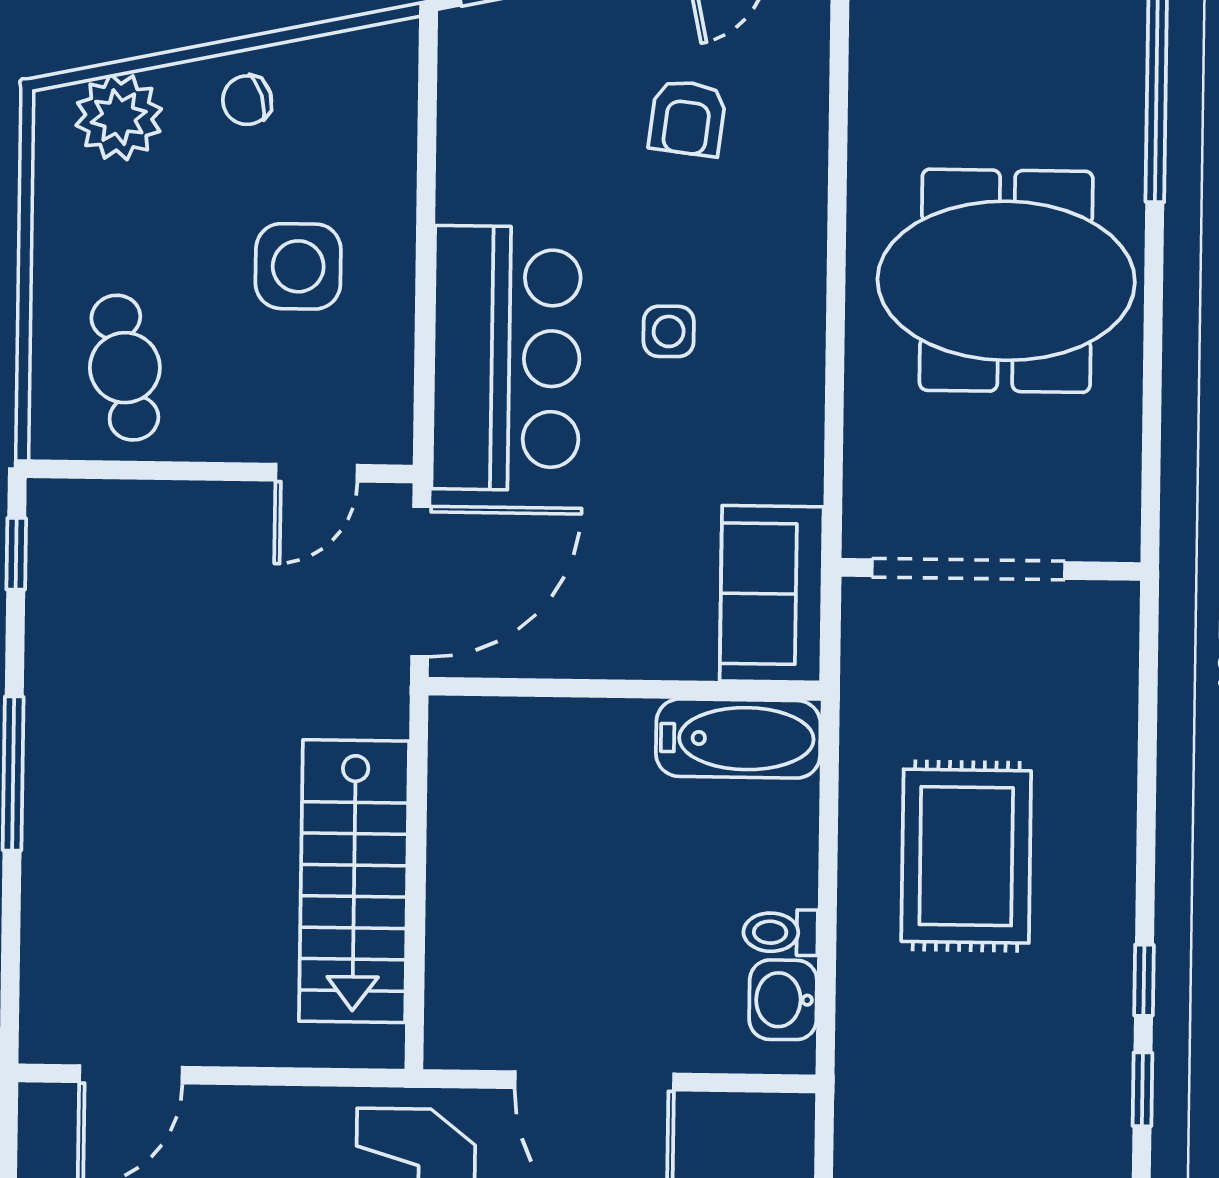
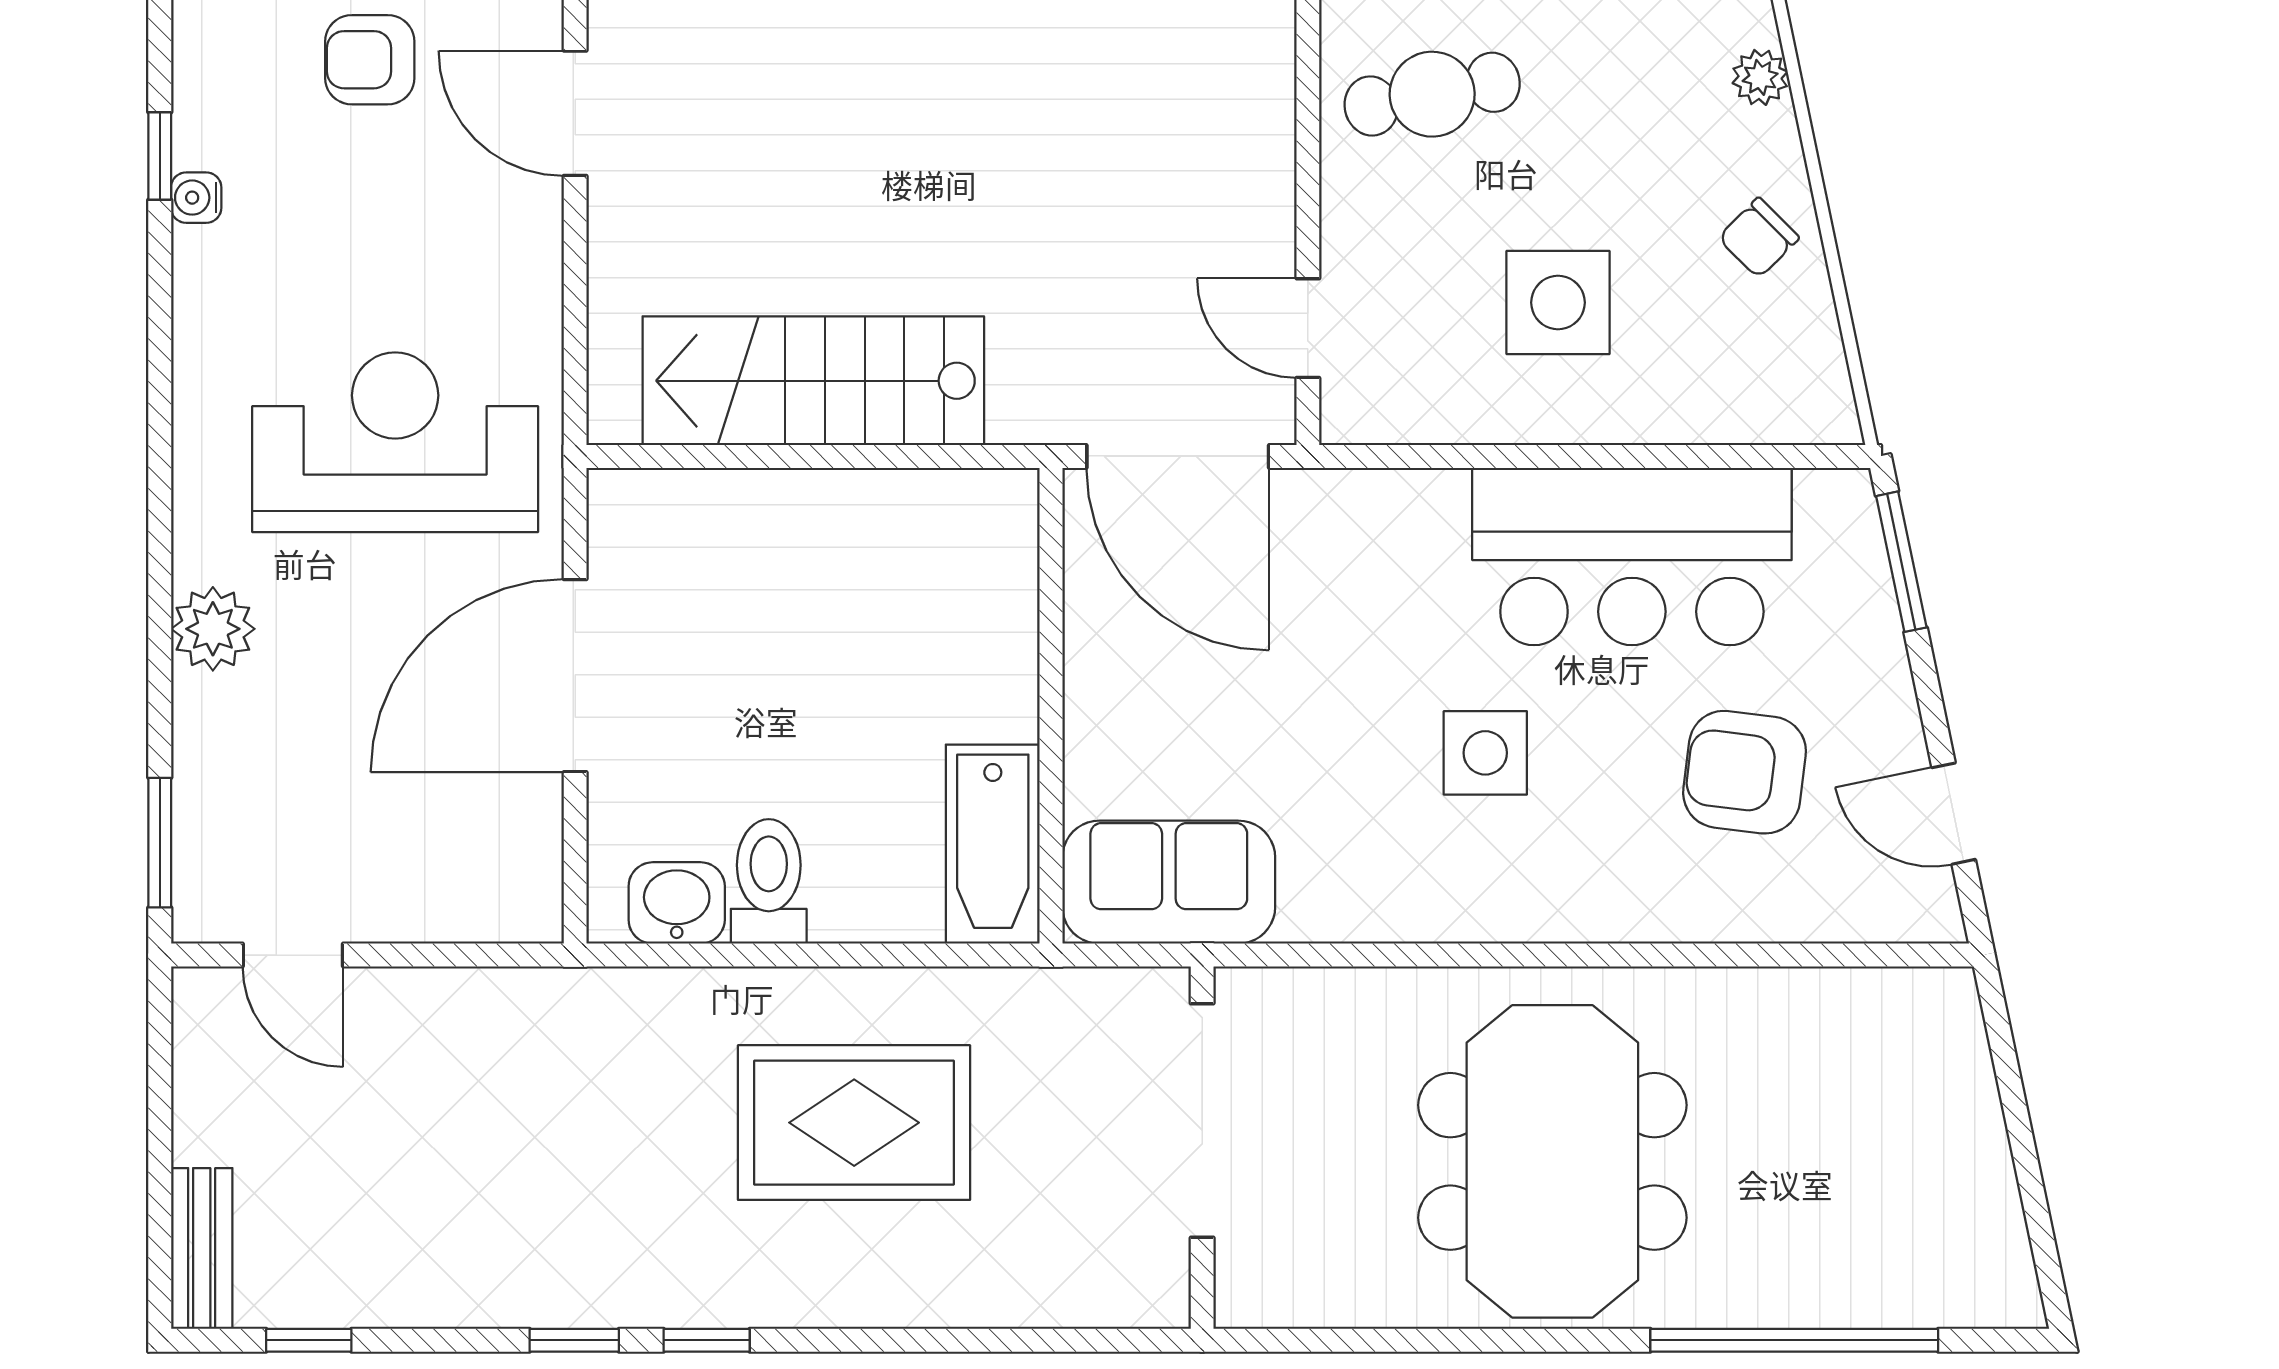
chair: (247, 100) -> (1759, 238), turned -117
plant: (119, 117) -> (1760, 77), width x0.53, depth x0.53
armchair: (687, 118) -> (1745, 772), width x1.38, depth x1.38
side table: (669, 331) -> (1485, 753), width x1.37, depth x1.37
bar counter: (506, 358) -> (1632, 557), moved
toilet: (780, 932) -> (769, 881), width x1.37, depth x1.39

